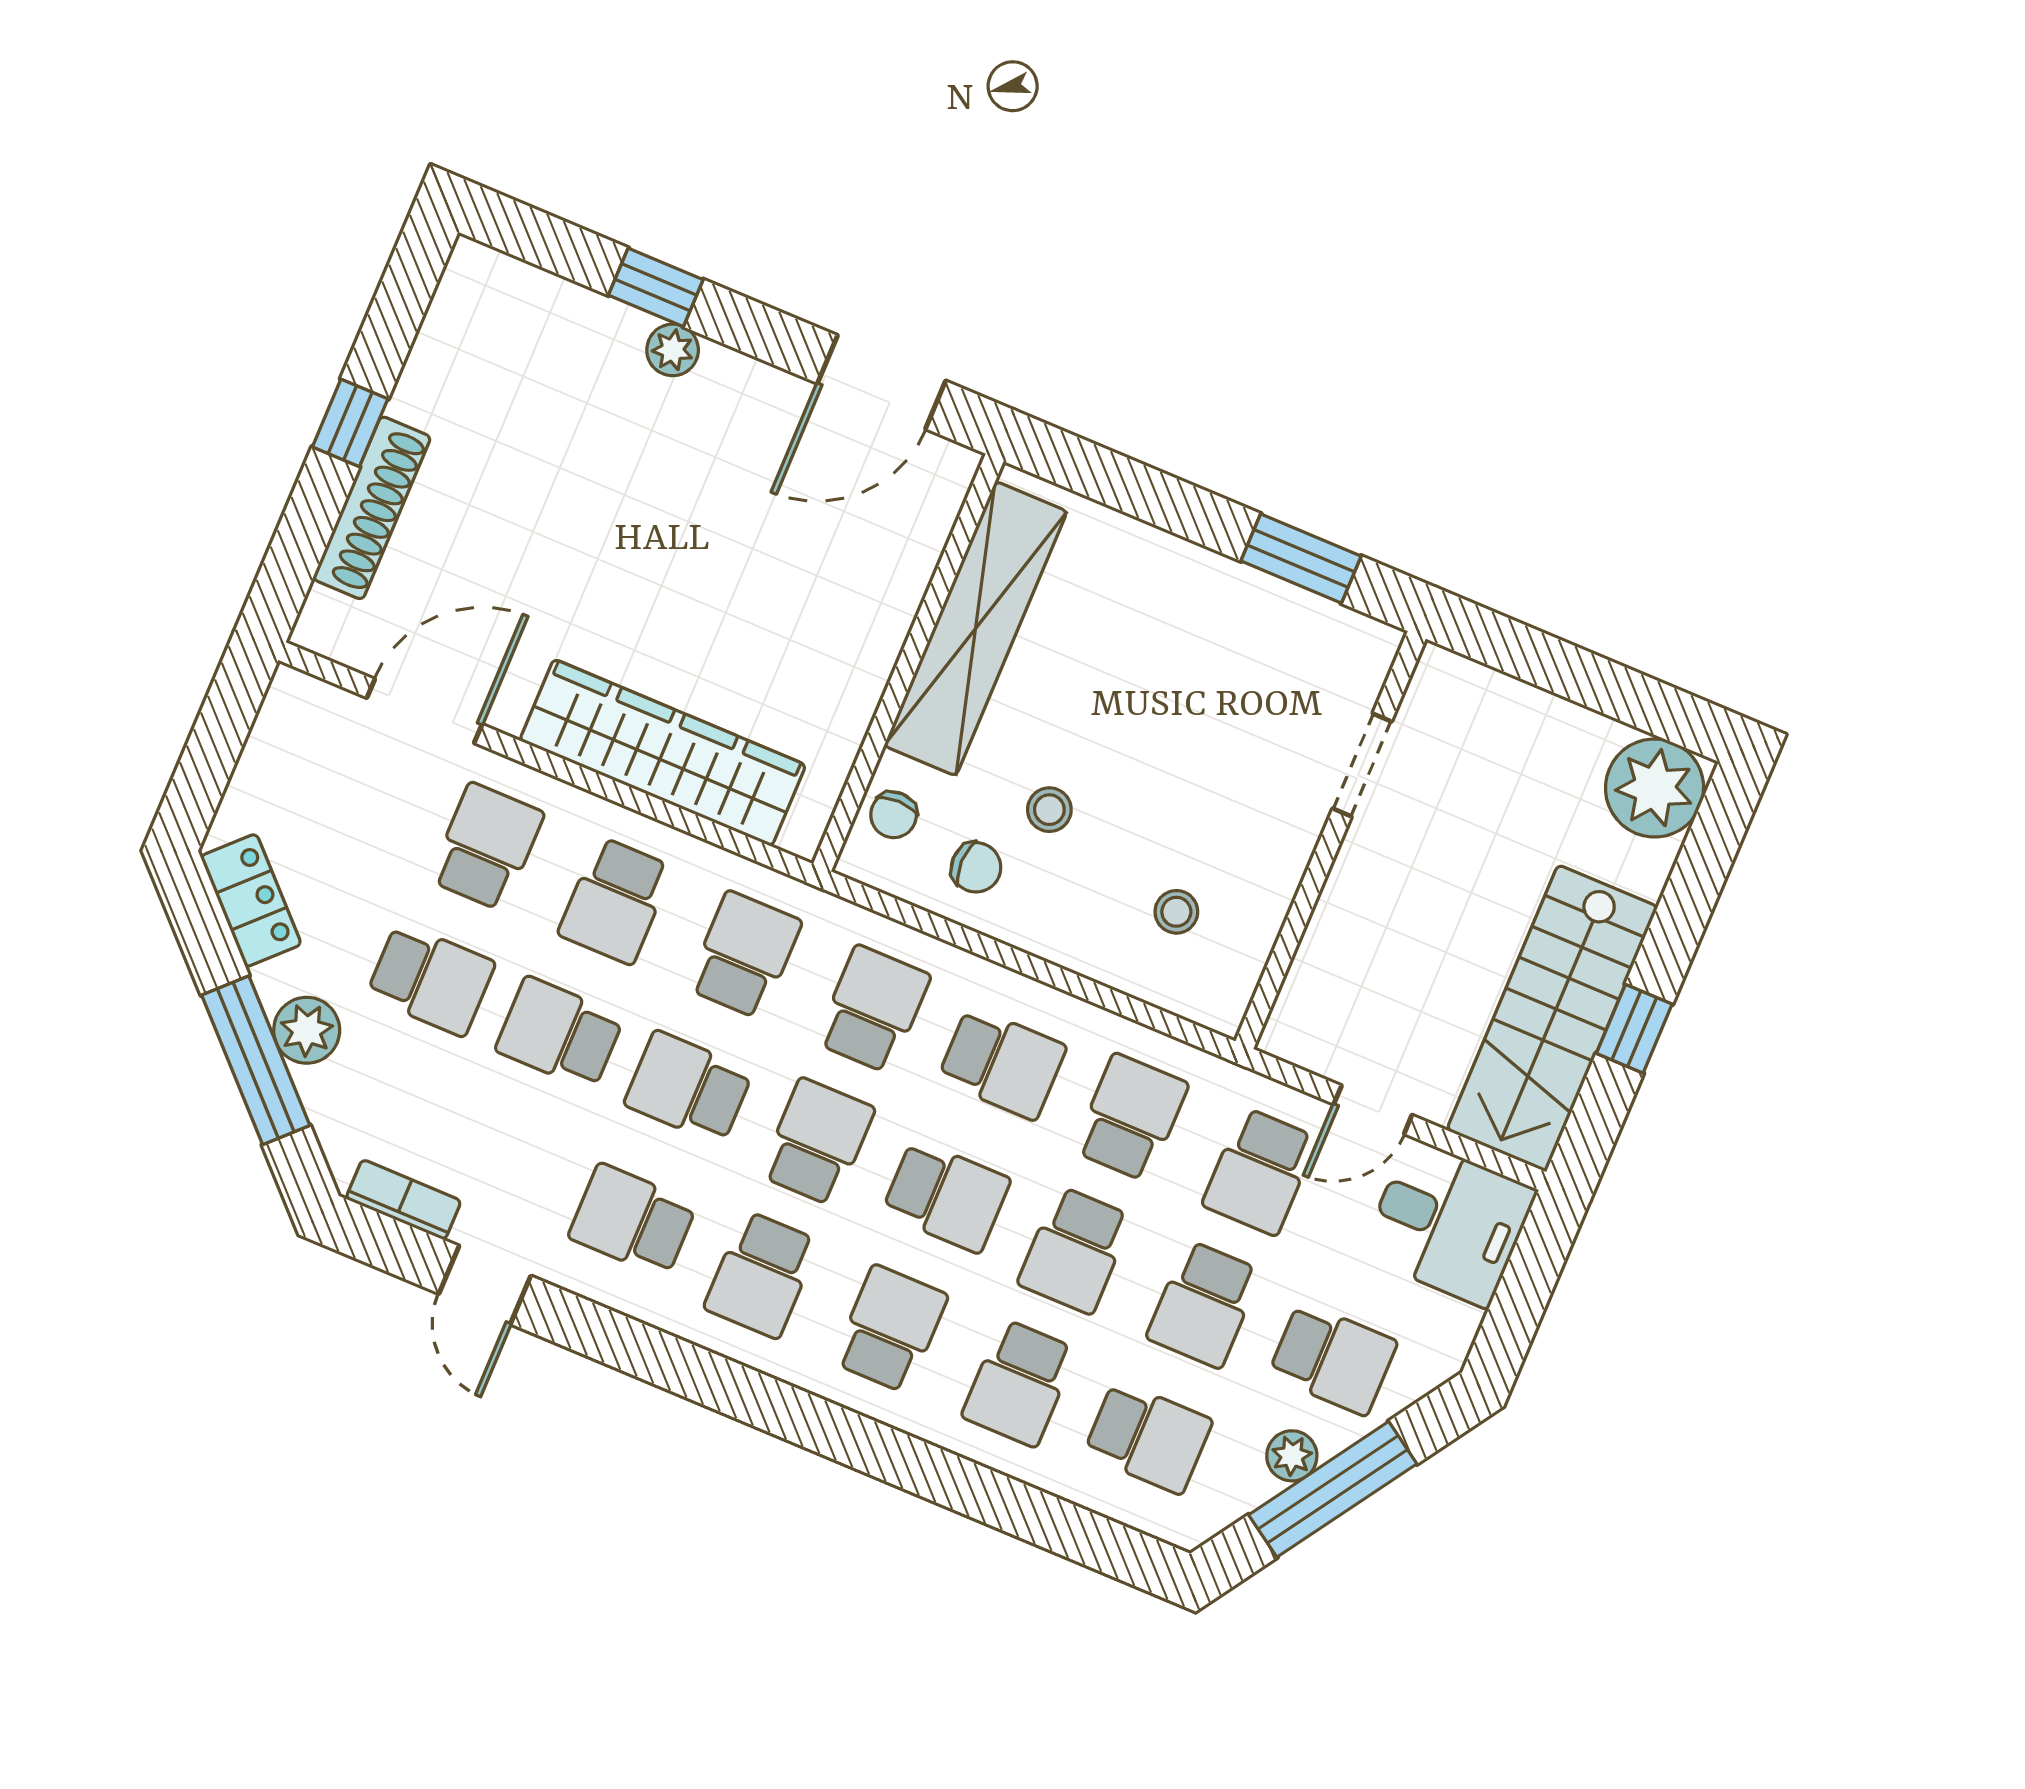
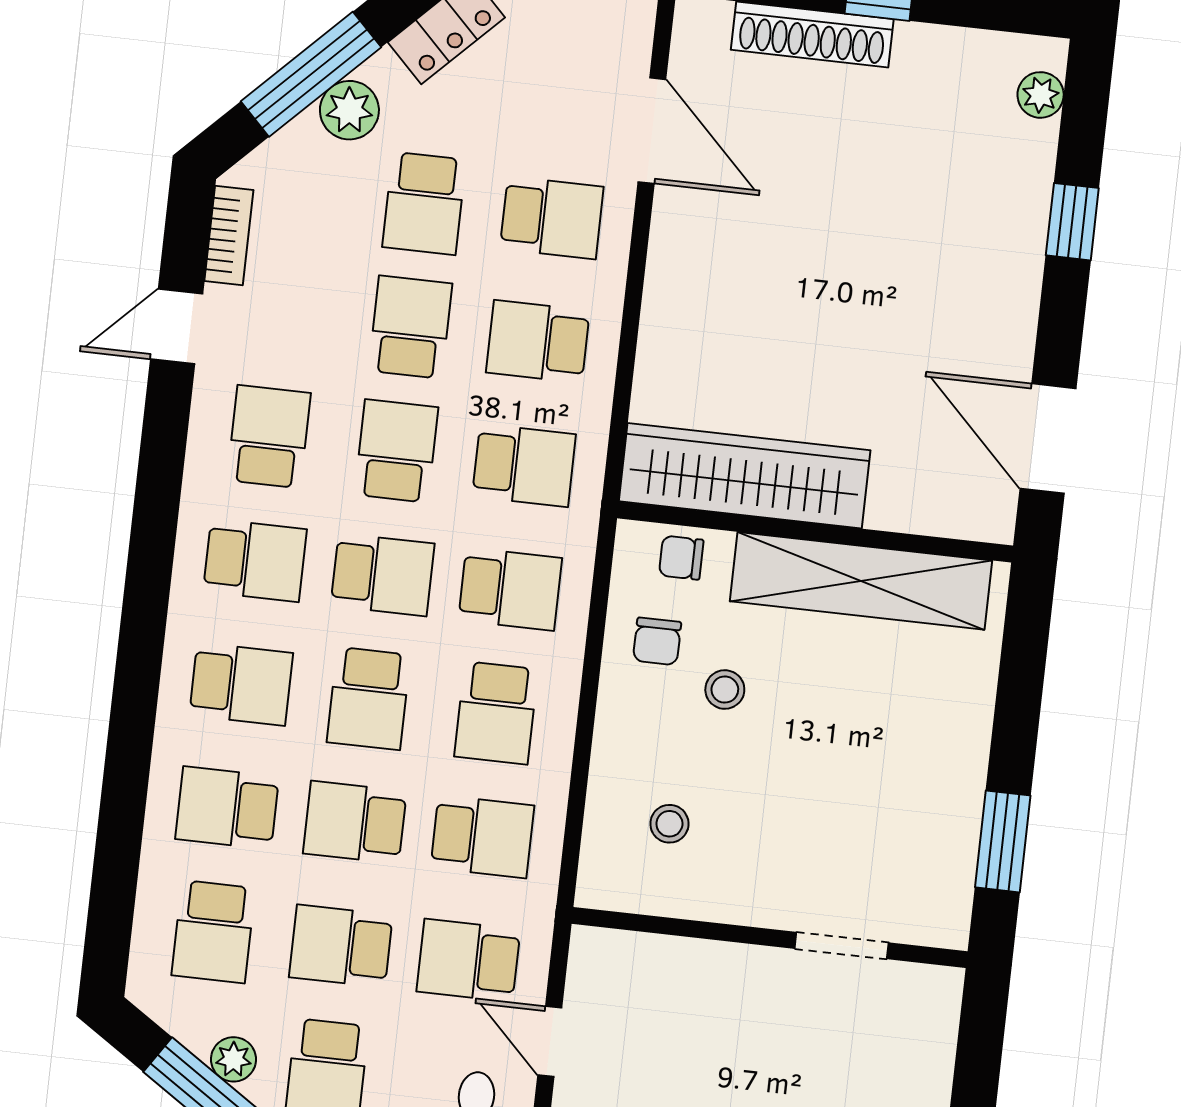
plant: (673, 350) -> (1041, 95), moved
wardrobe: (663, 753) -> (745, 476), moved, turned -90
school desk: (761, 1275) -> (255, 560), turned 180

